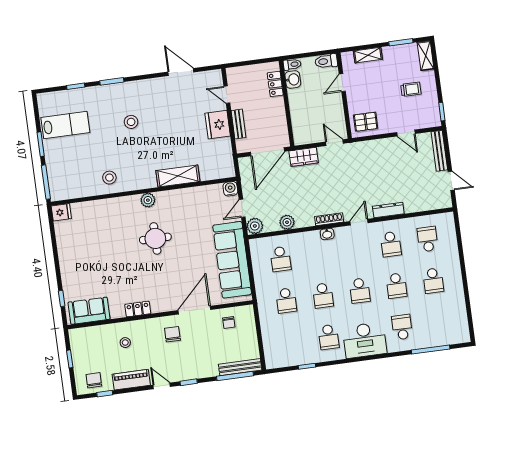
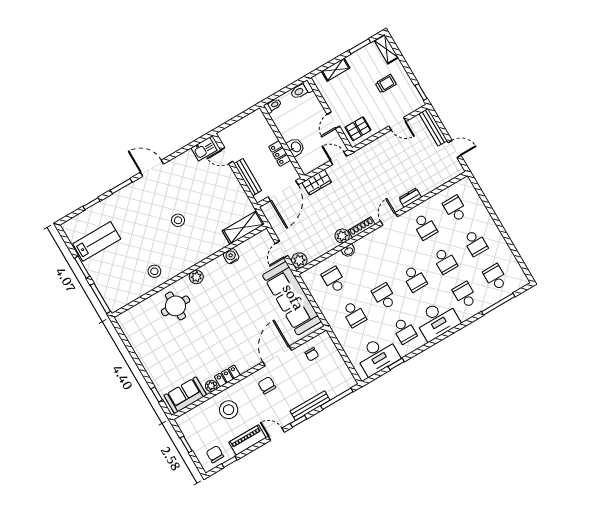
door: (181, 72) -> (152, 168), moved
kitchen sink: (207, 79) -> (204, 149), added
washbasin: (293, 80) -> (296, 147), moved
door: (342, 83) -> (333, 120), moved
locker: (275, 84) -> (280, 153), moved
stool: (131, 122) -> (178, 220), moved
bench: (238, 124) -> (248, 177), width x1.36
fridge: (218, 125) -> (230, 185), removed
shelving: (178, 176) -> (243, 227), moved
water cooler: (230, 189) -> (231, 256), moved
dresser: (388, 210) -> (410, 198), width x0.70
fridge: (61, 212) -> (125, 319), removed
plant: (287, 222) -> (342, 236), moved
washbasin: (327, 234) -> (349, 251), moved
round table: (155, 238) -> (175, 306), moved
school desk: (281, 259) -> (334, 280), turned 180
school desk: (323, 296) -> (384, 296), turned 180
plant: (118, 312) -> (211, 386), added
school desk: (439, 322) -> (495, 277), added
stool: (125, 343) -> (229, 410), width x1.89, depth x1.89
desk: (292, 350) -> (378, 355), added
bench: (240, 367) -> (310, 406), moved

